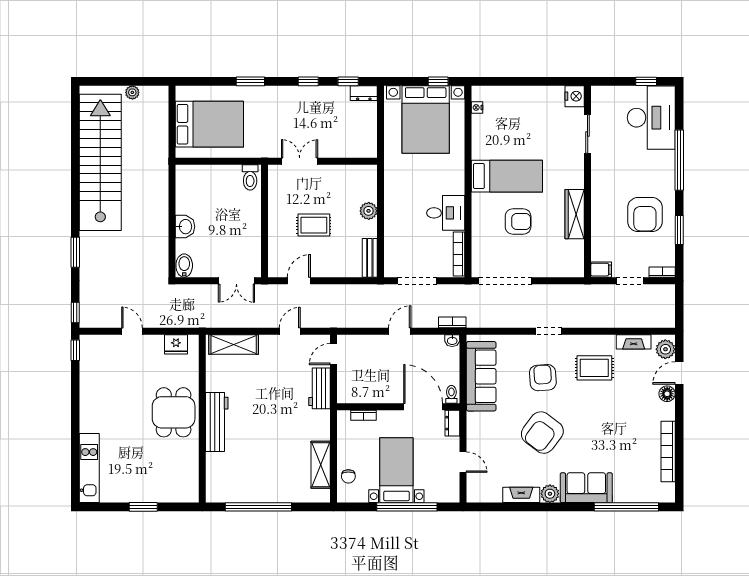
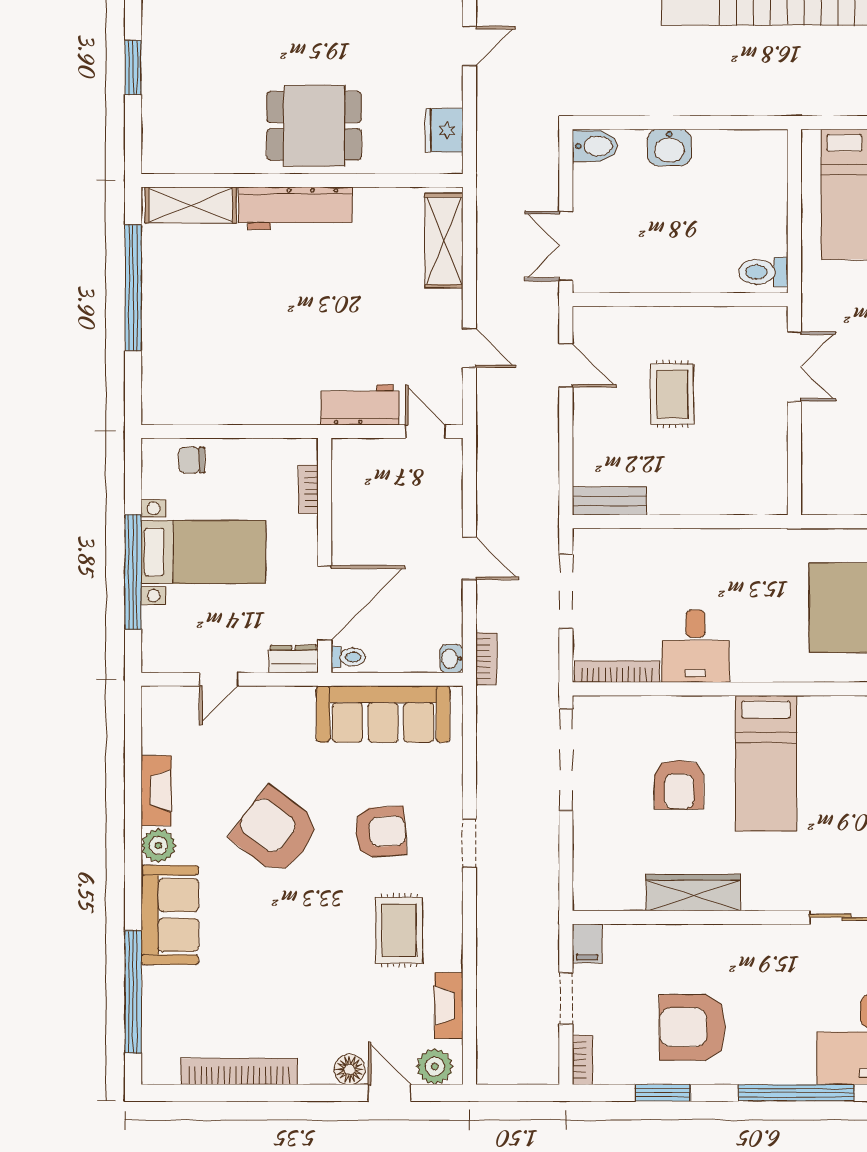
plant: (369, 211) -> (699, 499), removed
shelving: (321, 465) -> (191, 205), moved

